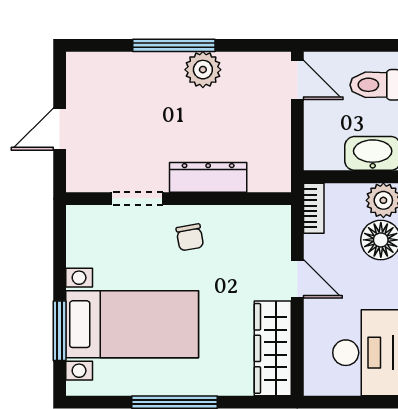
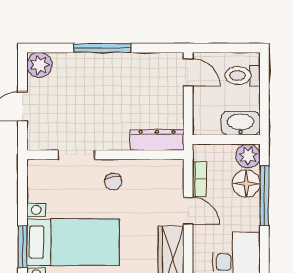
plant: (203, 70) -> (39, 65), moved
dresser: (208, 177) -> (157, 140), moved
bookcase: (314, 208) -> (200, 179), moved

